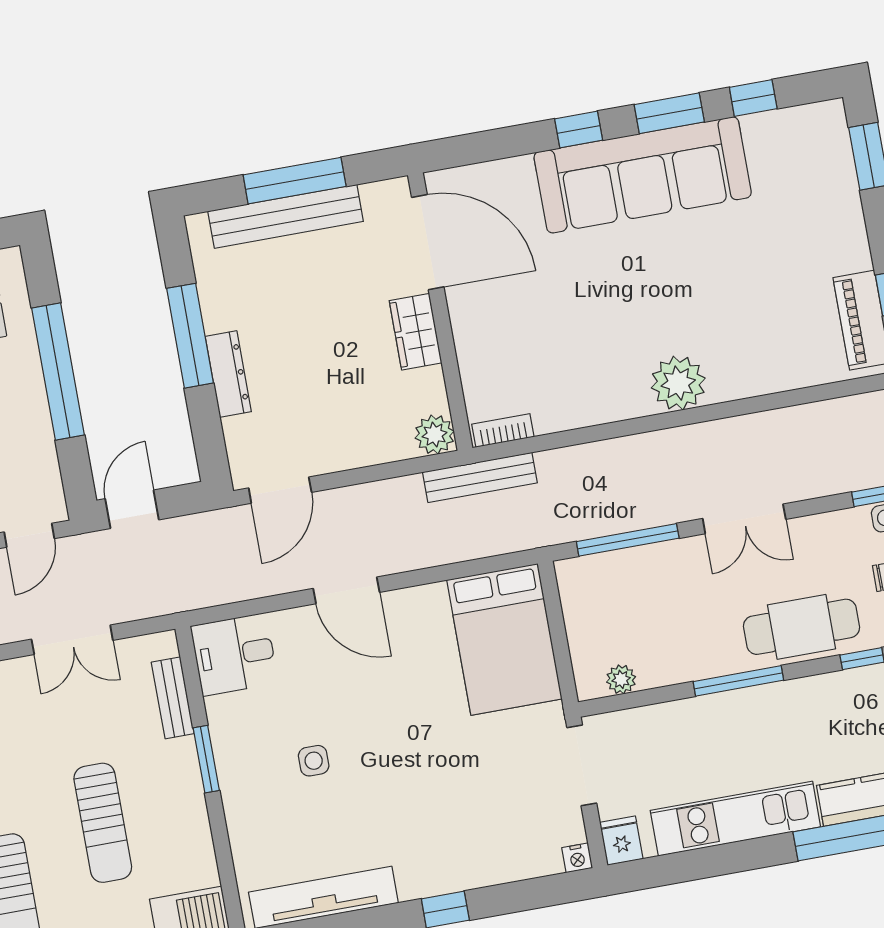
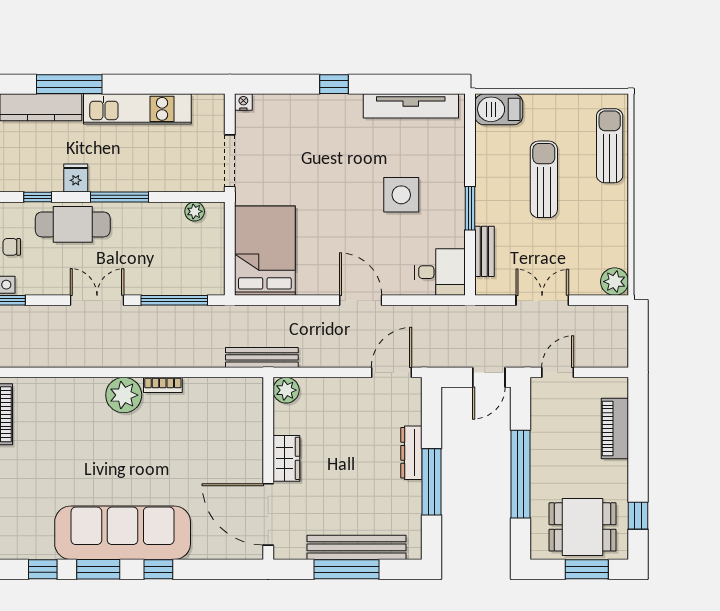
bookcase: (503, 430) -> (163, 385), moved
side table: (314, 761) -> (401, 195), width x1.87, depth x1.87
fridge: (621, 841) -> (76, 178), moved, turned 180

